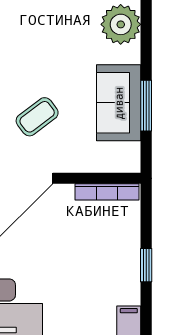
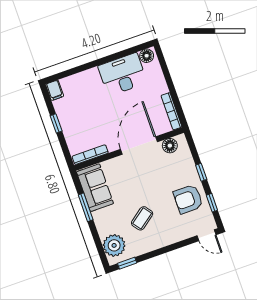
sofa: (119, 103) -> (95, 188), moved
coffee table: (37, 117) -> (142, 218), moved

